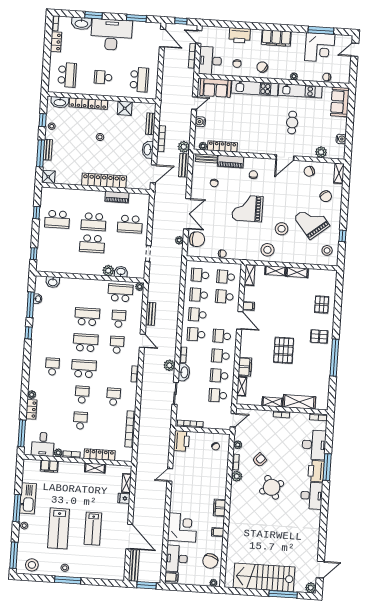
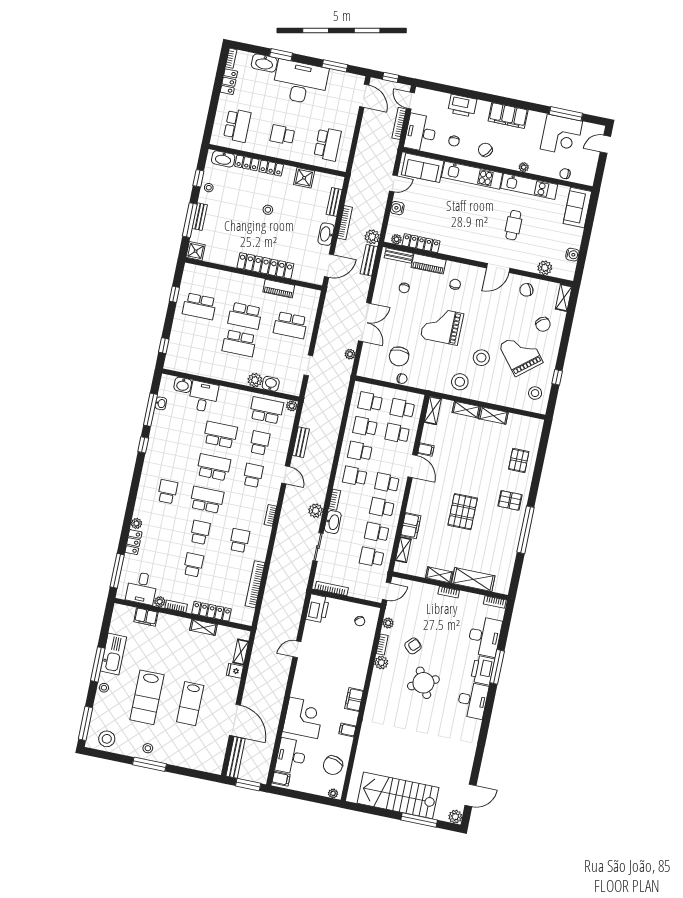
chair: (197, 239) -> (399, 356), moved, turned 90
desk: (70, 289) -> (203, 397), added

